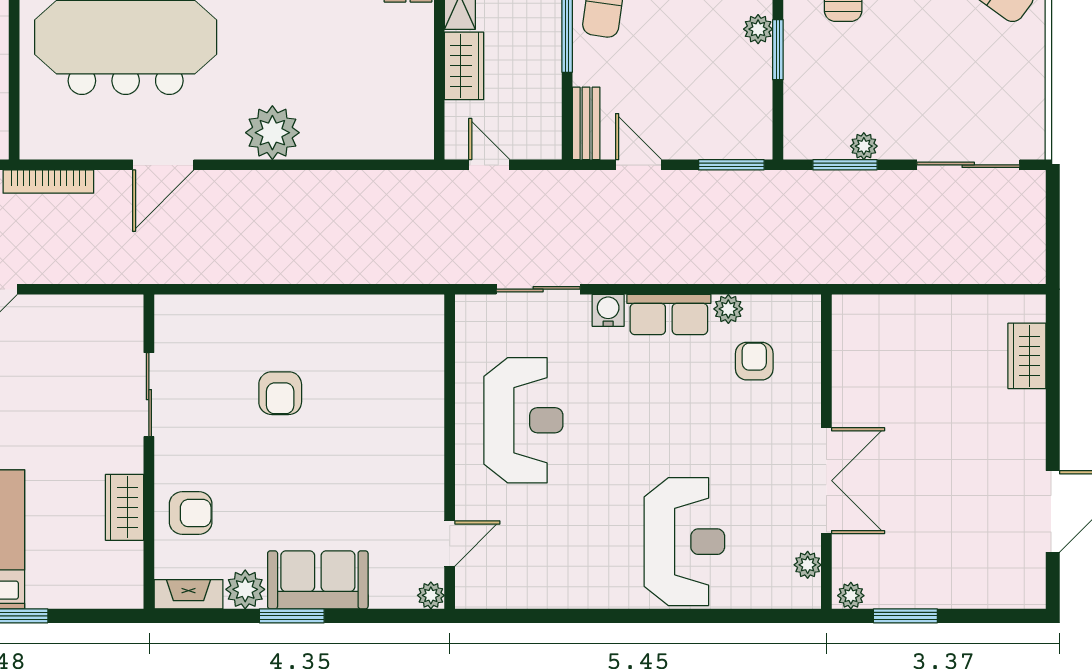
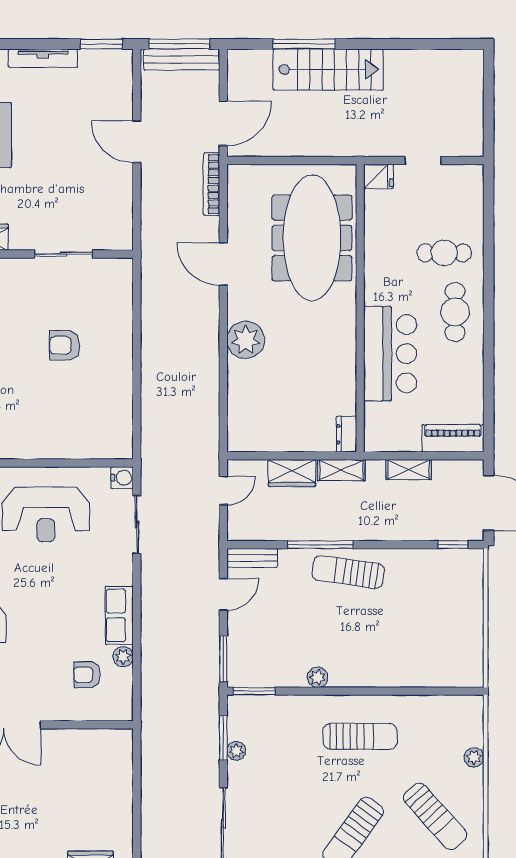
window: (778, 50) -> (254, 691), moved
water cooler: (608, 310) -> (122, 478), moved
armchair: (754, 361) -> (87, 675), turned 180

